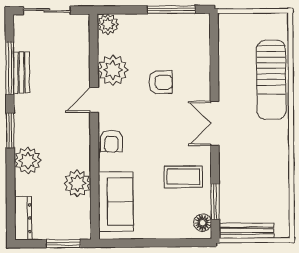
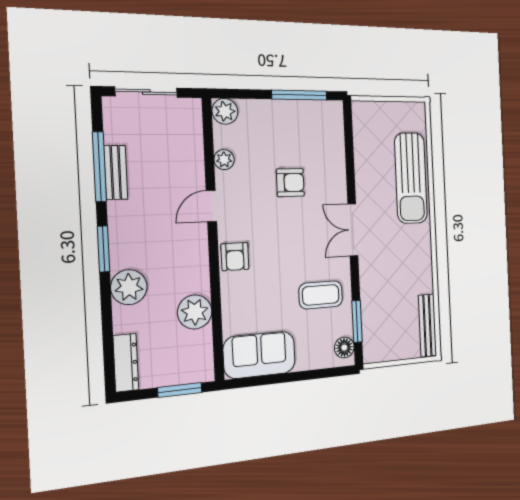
plant: (113, 70) -> (224, 160), width x0.53, depth x0.53
sofa: (116, 202) -> (259, 355), moved, turned -90
bench: (247, 231) -> (427, 325), moved, turned 90

